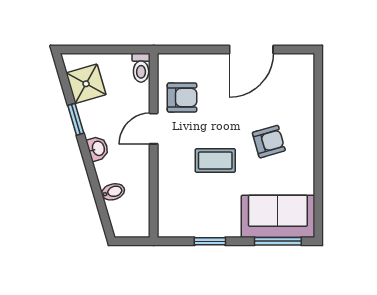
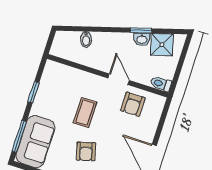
washbasin: (98, 149) -> (142, 39), moved

